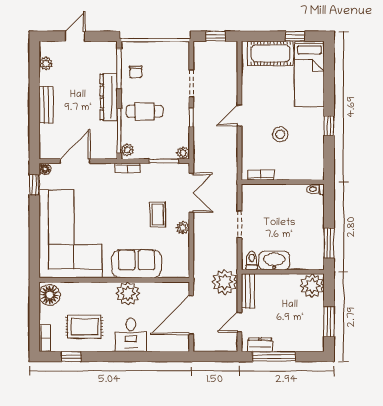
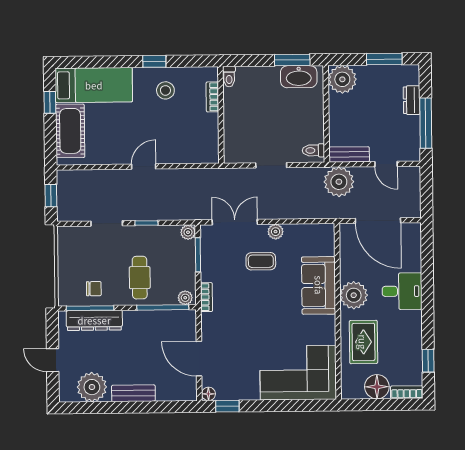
plant: (46, 64) -> (92, 387), width x1.87, depth x1.87
dresser: (109, 97) -> (94, 320), moved
door: (239, 116) -> (144, 167), swing flipped
stool: (280, 134) -> (165, 90), moved
bookcase: (261, 175) -> (212, 97), moved
corner sofa: (71, 234) -> (298, 373), width x0.73, depth x0.74
washbasin: (274, 260) -> (299, 77), moved, turned -90
floor lamp: (50, 295) -> (377, 387), moved
rug: (84, 327) -> (363, 342), moved
dresser: (260, 345) -> (412, 100), moved

